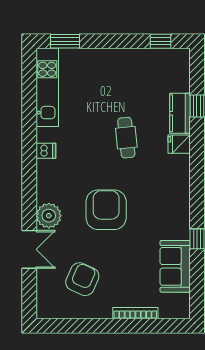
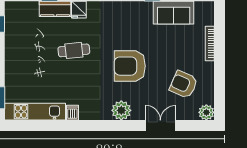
dishwasher: (46, 151) -> (72, 113), moved
plant: (49, 216) -> (121, 110), moved
plant: (46, 309) -> (206, 112), added

